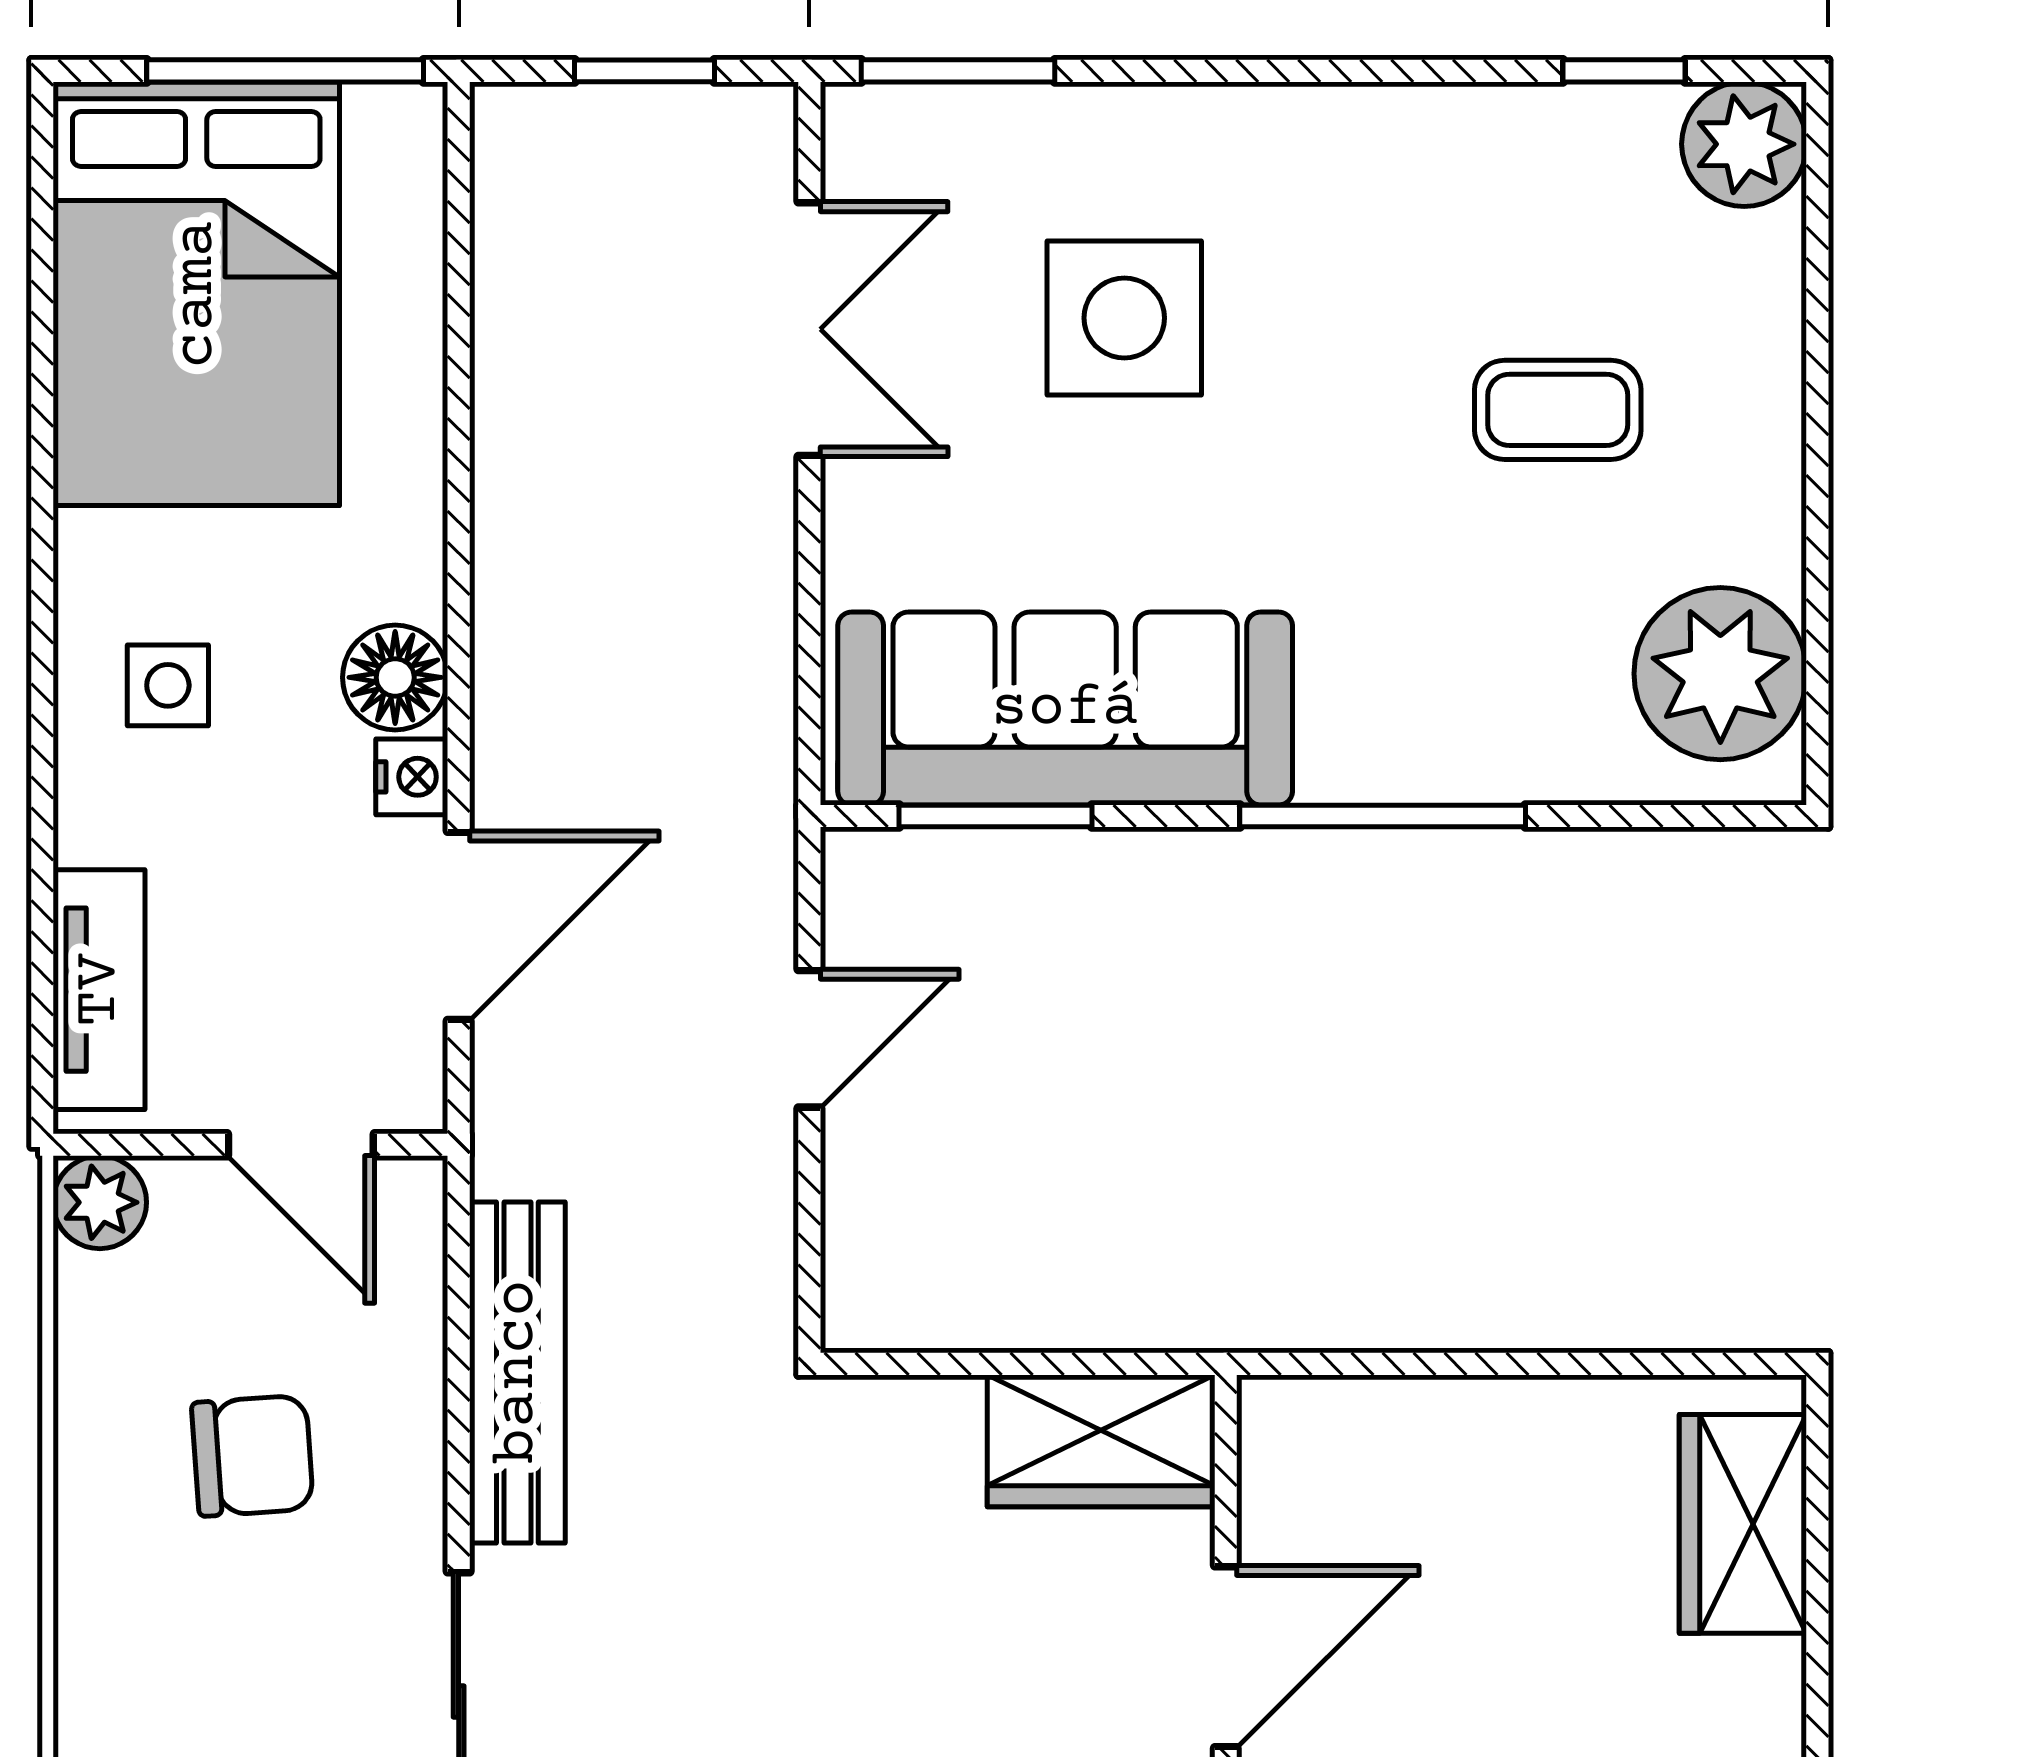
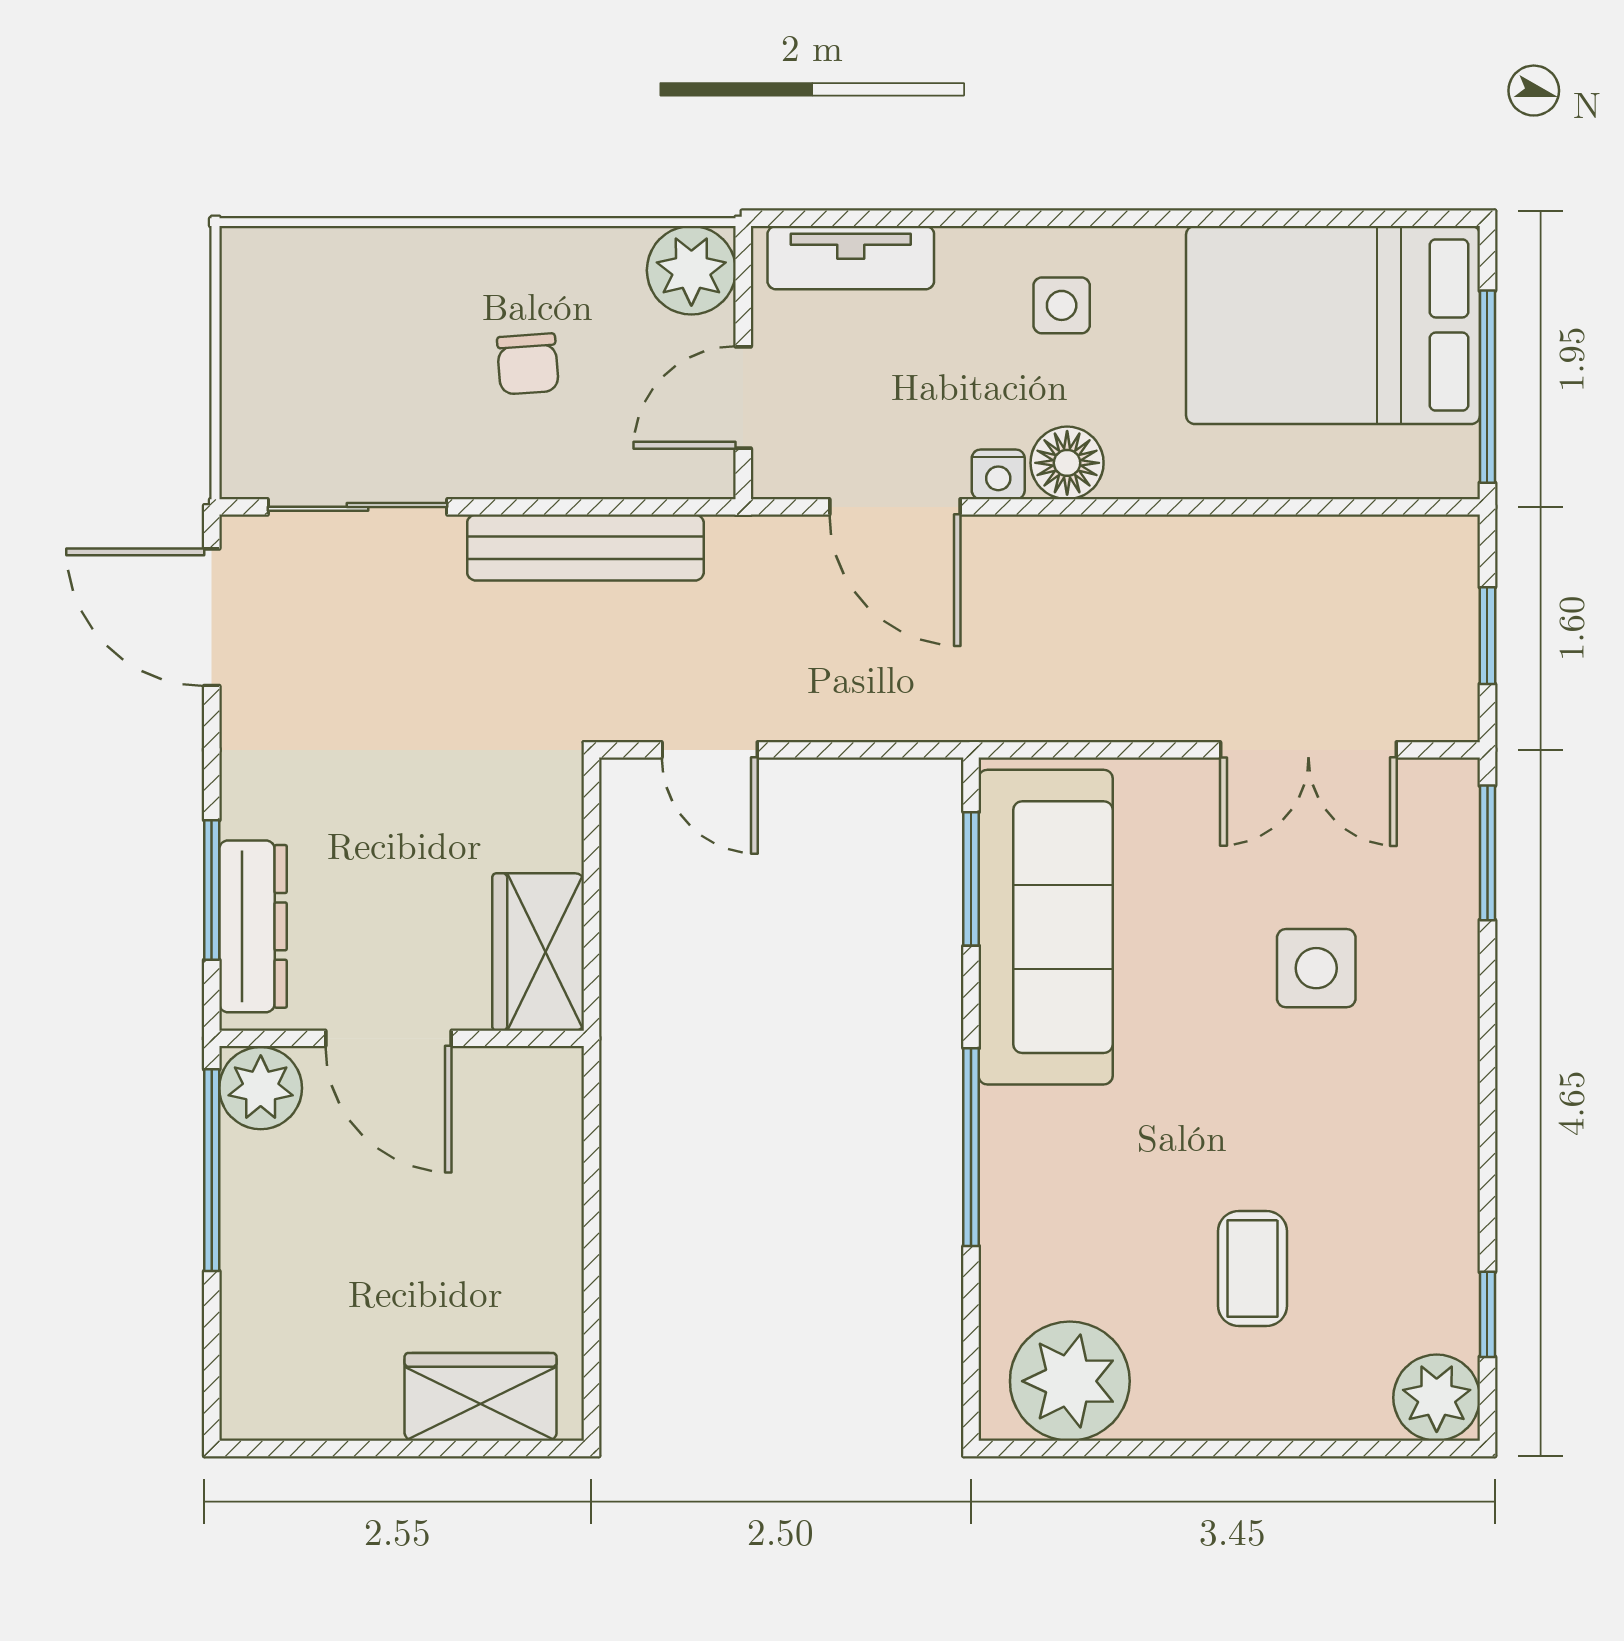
side table: (1124, 318) -> (1316, 968), width x0.73, depth x0.73
door: (809, 1039) -> (710, 750), moved
plant: (100, 1202) -> (691, 270), width x1.38, depth x1.38
chair: (252, 1456) -> (528, 364), width x0.73, depth x0.73

